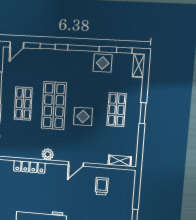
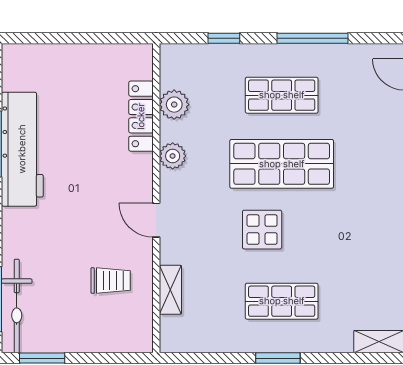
display table: (103, 63) -> (380, 265), removed
plant: (25, 152) -> (174, 105), added
shelving: (120, 161) -> (170, 290), moved

